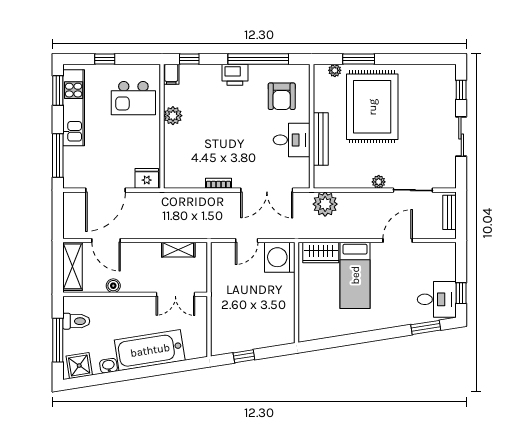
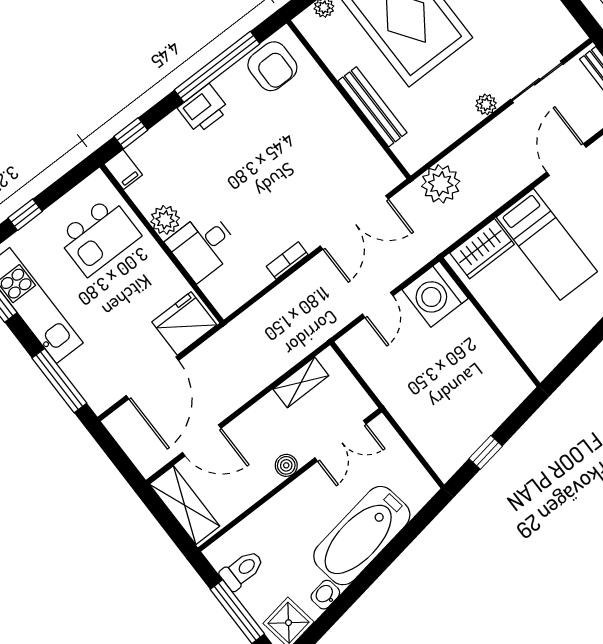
armchair: (282, 96) -> (272, 66), moved
desk: (292, 140) -> (203, 246), moved, turned 180
fridge: (147, 178) -> (184, 323), width x1.36, depth x1.34
boiler: (113, 286) -> (286, 465), moved

